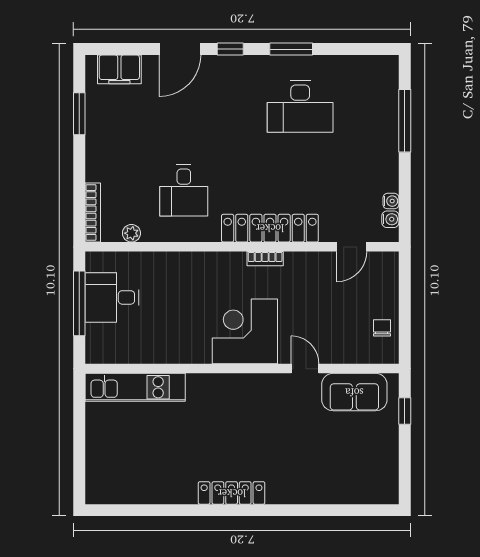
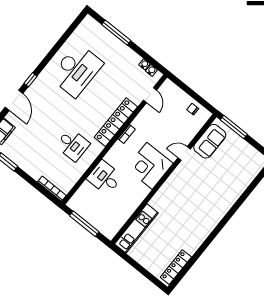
window: (291, 49) -> (50, 55), removed
desk: (300, 107) -> (76, 70), width x1.36, depth x1.30
plant: (131, 233) -> (73, 180), removed
desk: (112, 297) -> (105, 178), moved, turned 90
window: (405, 411) -> (234, 127), width x2.17
locker: (232, 493) -> (176, 267), moved

